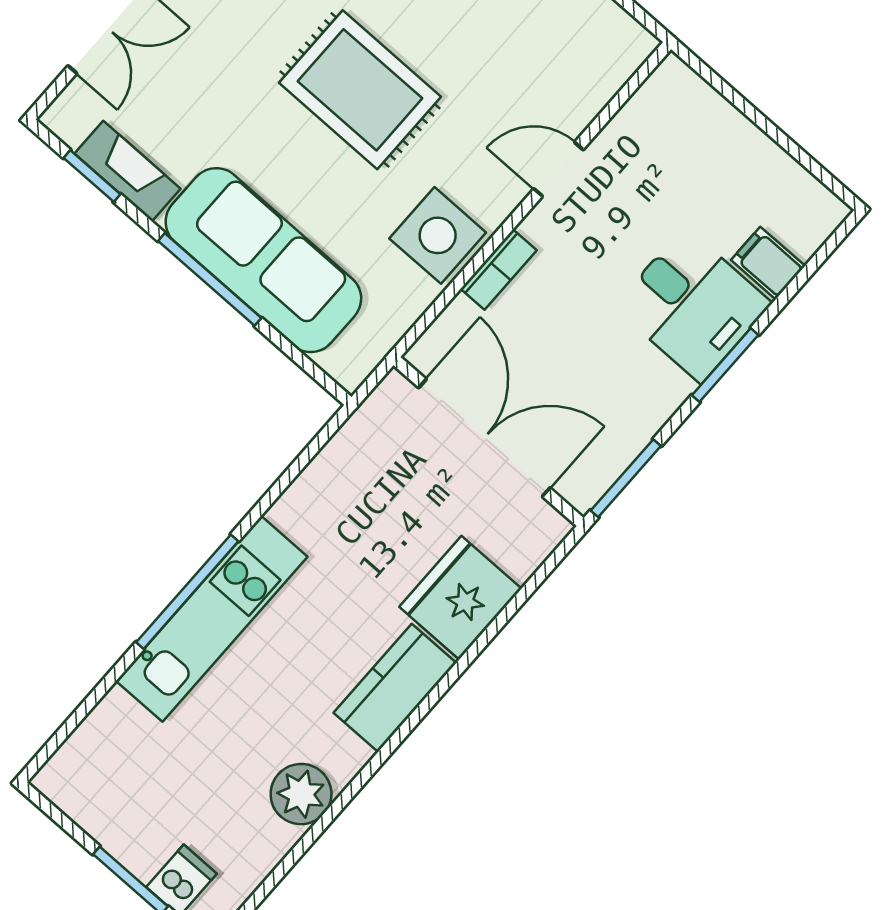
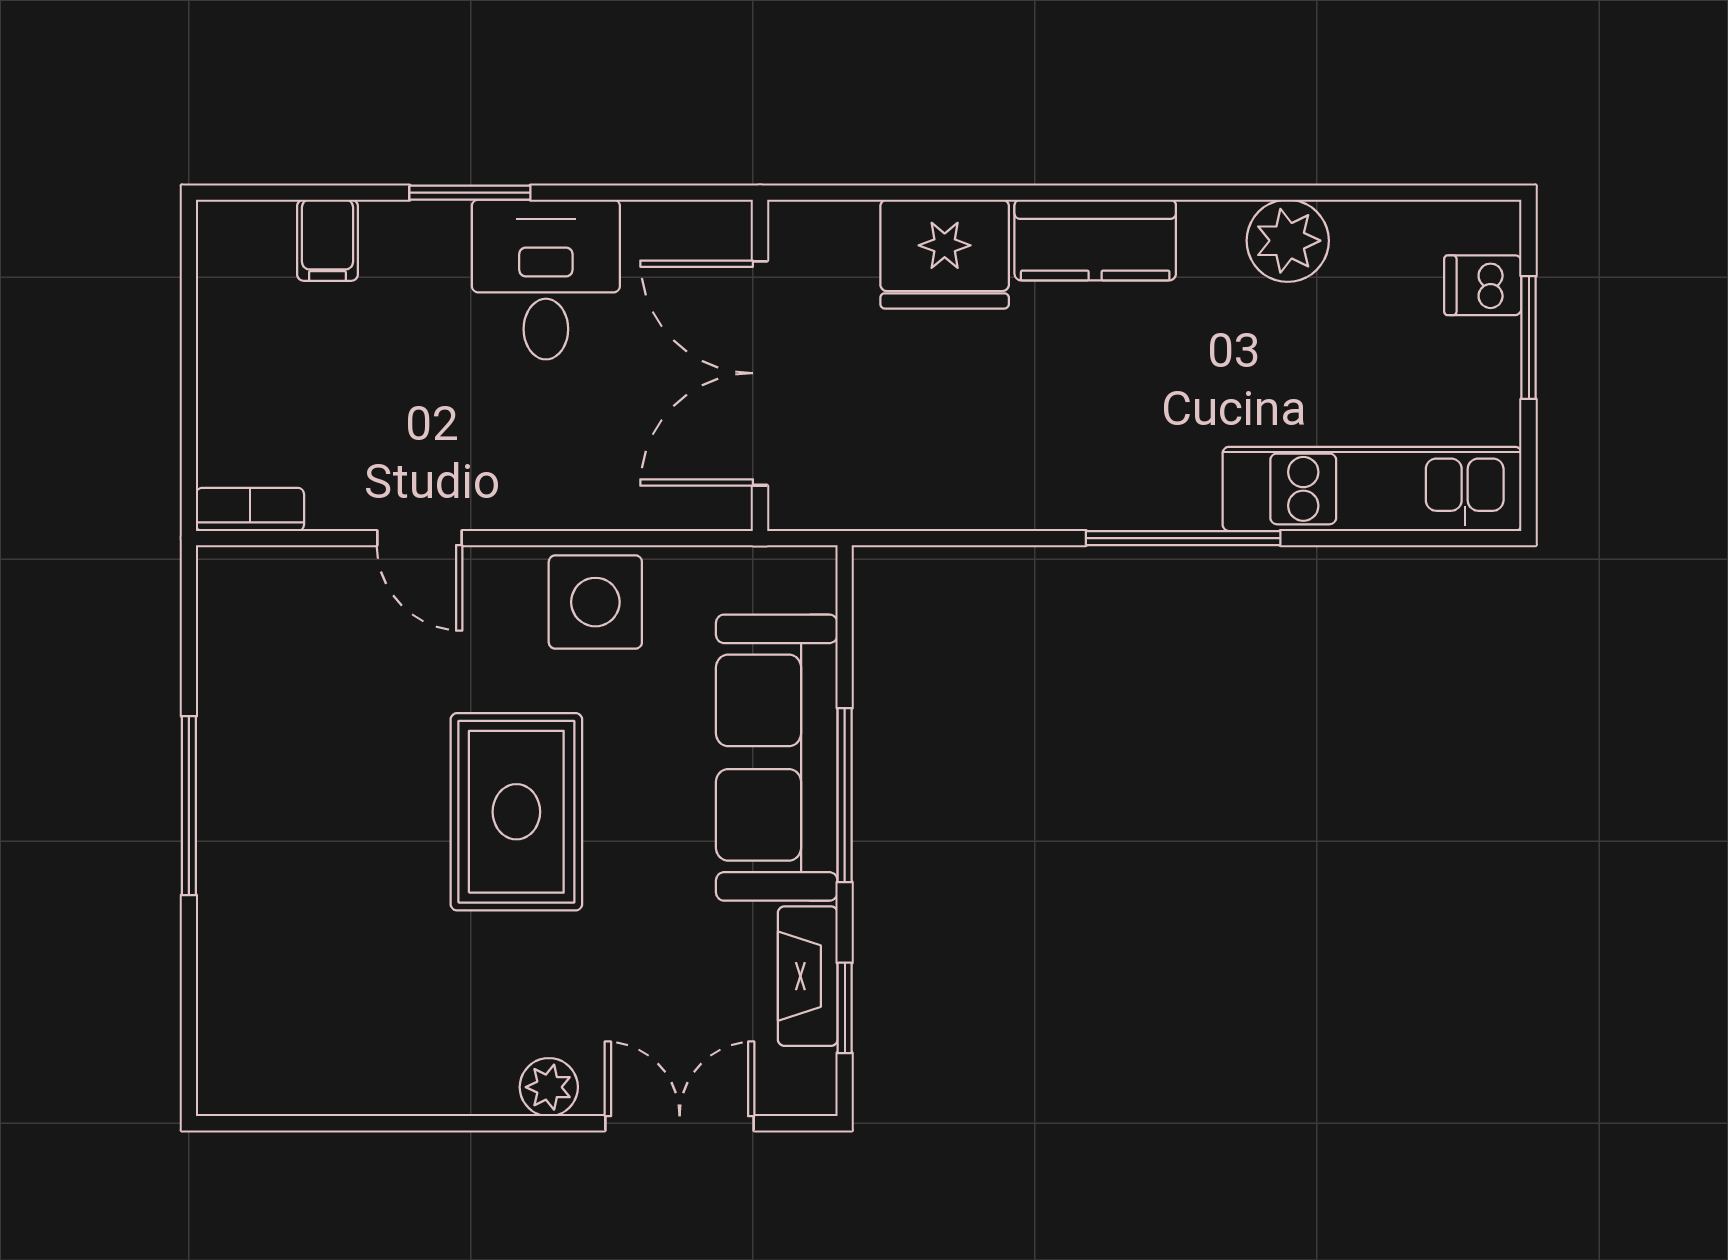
bookcase: (499, 269) -> (250, 509), moved
desk: (693, 305) -> (546, 280), moved
window: (626, 478) -> (674, 193), removed
kitchen unit: (212, 619) -> (1372, 489), moved

